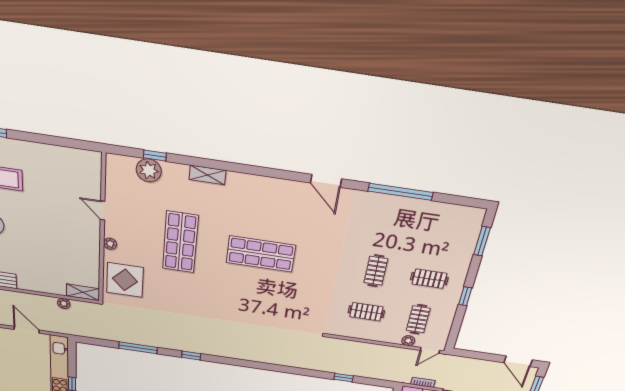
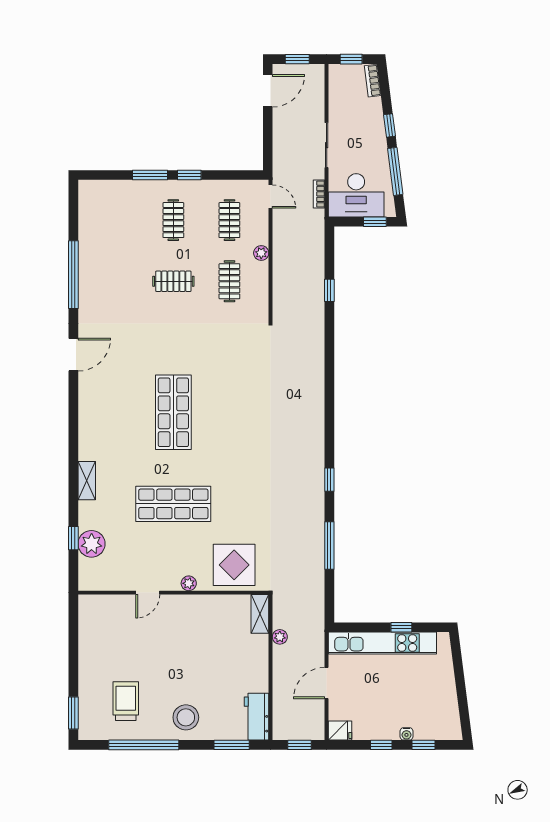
window: (482, 241) -> (150, 175), moved
clothes rail: (418, 319) -> (229, 220), turned 90
plant: (408, 341) -> (261, 253), moved

